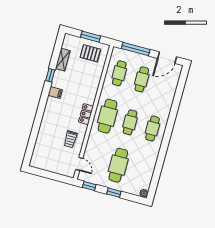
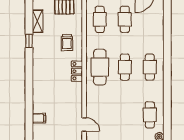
filing cabinet: (55, 93) -> (39, 118), moved
trolley: (71, 139) -> (67, 42), moved
cafe table: (118, 165) -> (150, 115), moved, width x0.73, depth x0.74

